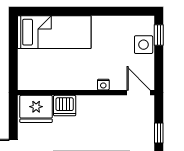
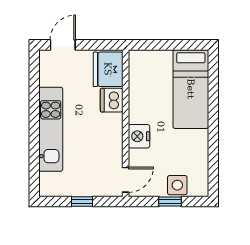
window: (159, 35) -> (170, 202), moved
nightstand: (103, 85) -> (139, 136), width x1.89, depth x1.79

